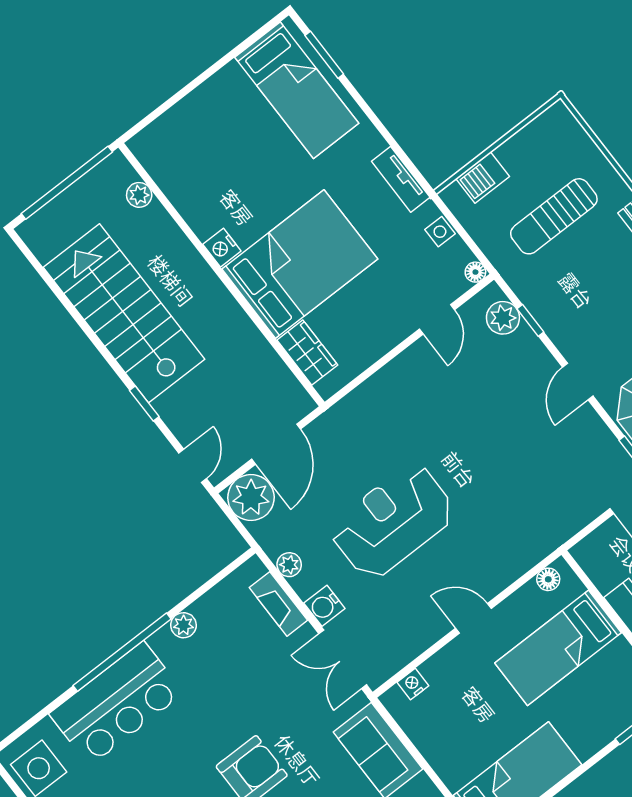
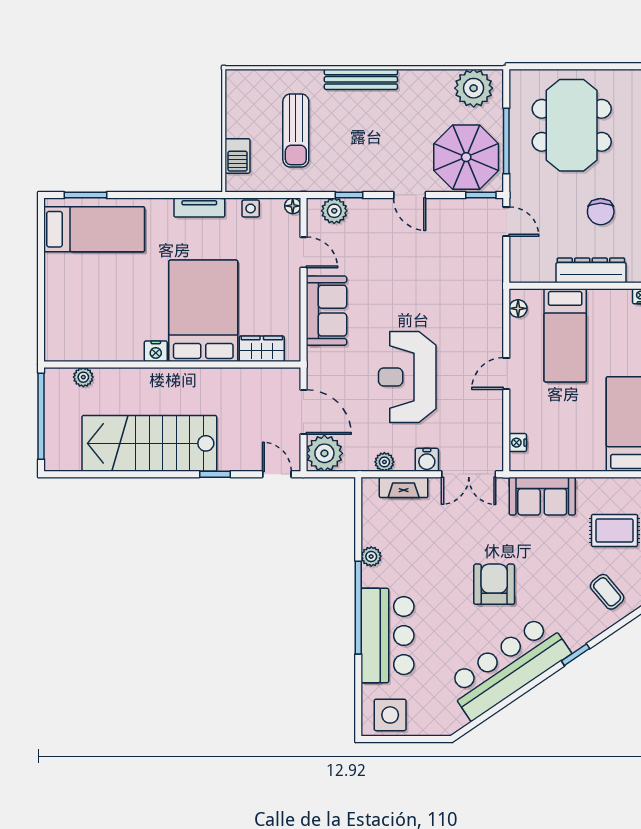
sofa: (396, 388) -> (326, 311), added

